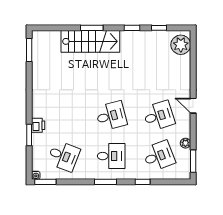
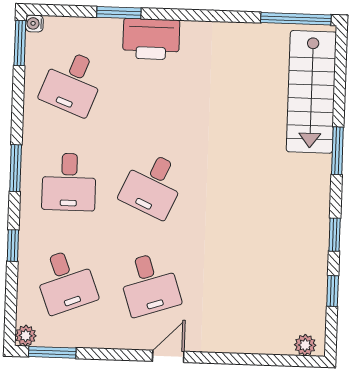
stairs: (90, 41) -> (311, 92), moved
plant: (181, 45) -> (305, 345), width x0.53, depth x0.53
window: (29, 50) -> (296, 19), width x1.44
desk: (111, 116) -> (153, 185), turned 39
printer: (38, 125) -> (151, 39), width x1.87, depth x1.48
plant: (185, 143) -> (26, 336), moved

